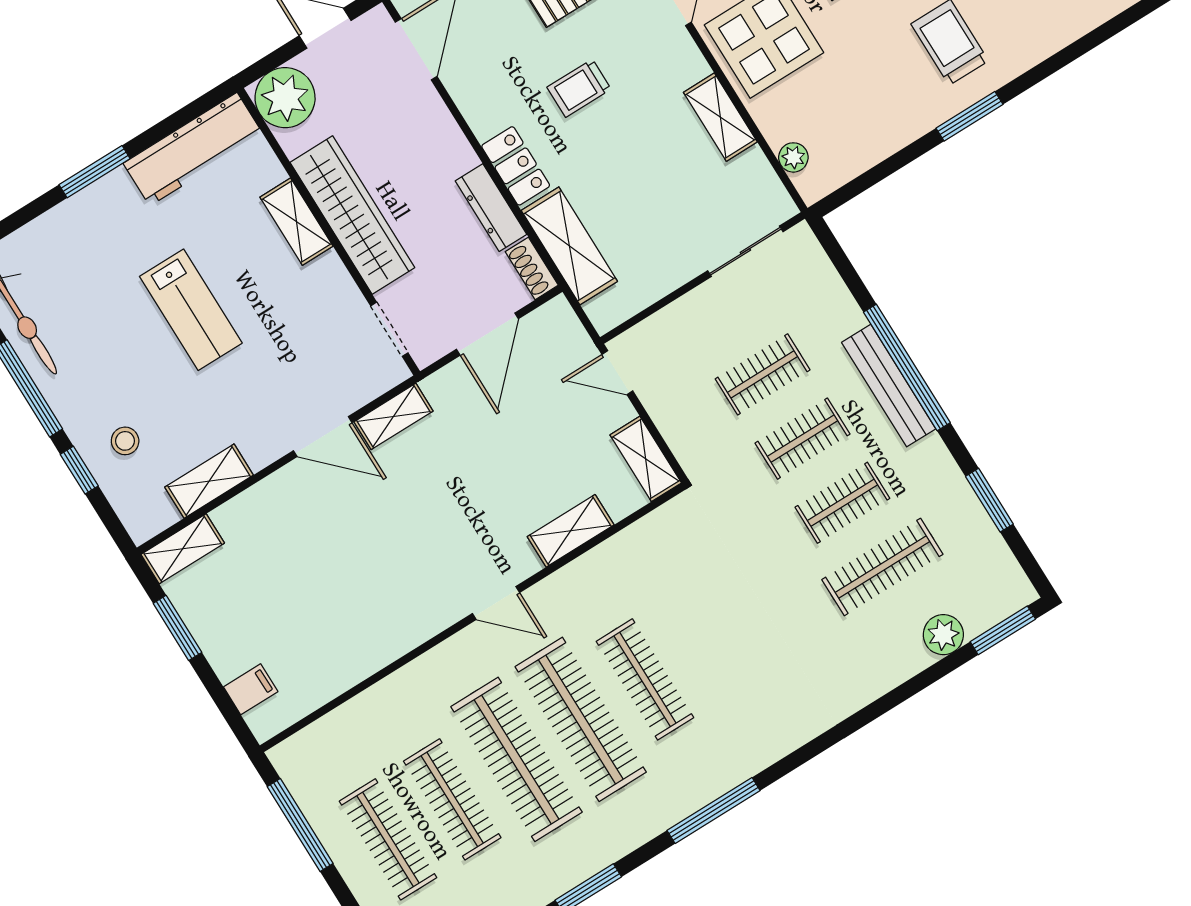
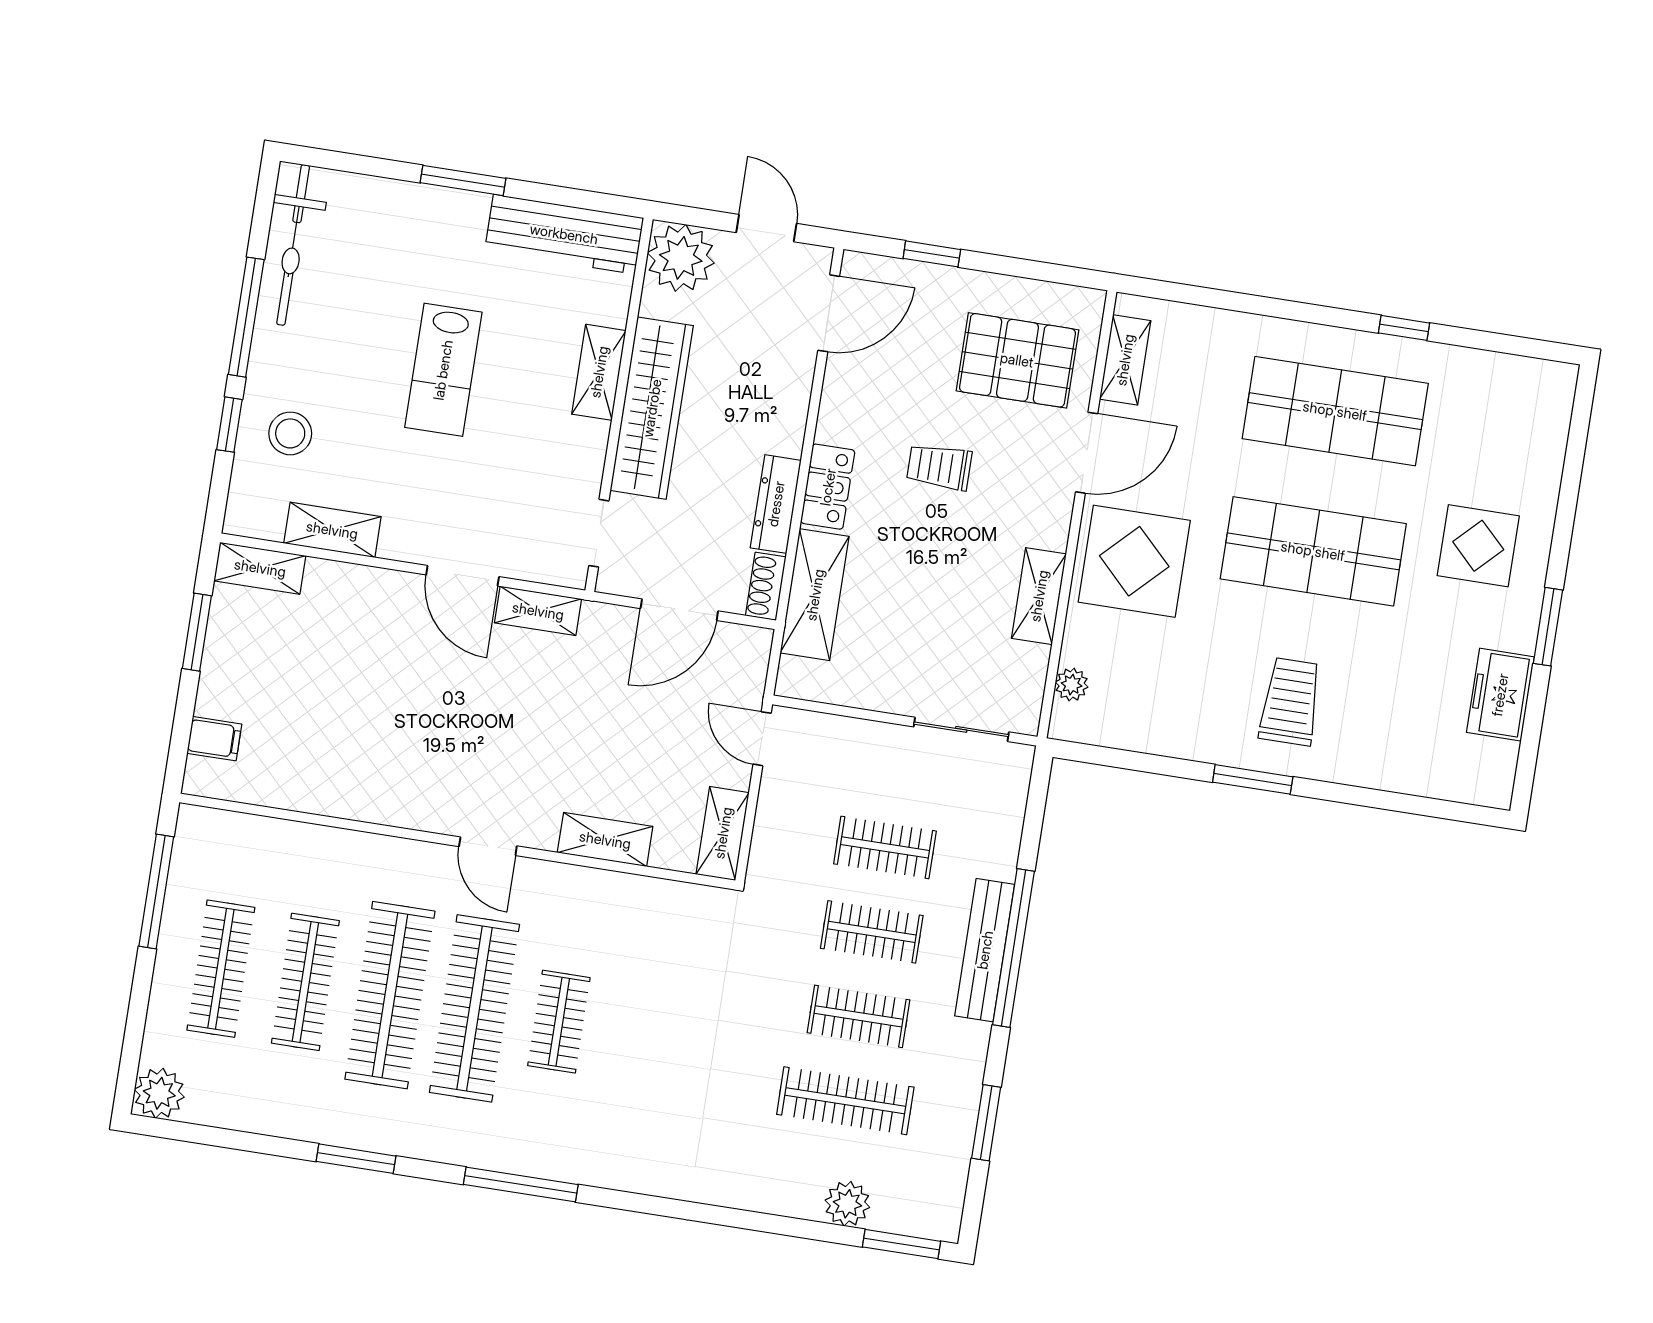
stool: (125, 441) -> (290, 433), width x1.37, depth x1.37
clothes rail: (645, 679) -> (559, 1022), width x0.73

